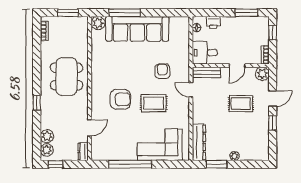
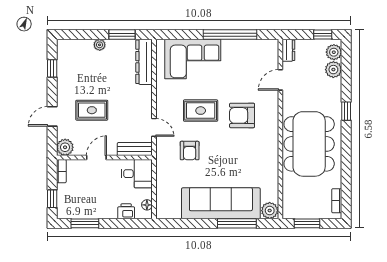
dining table: (67, 76) -> (309, 144), width x1.36, depth x1.24
window: (273, 123) -> (52, 68), moved

